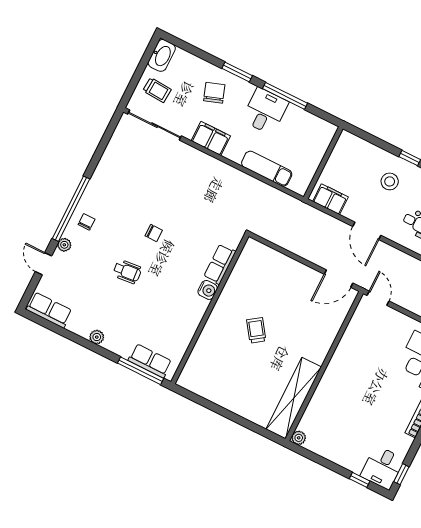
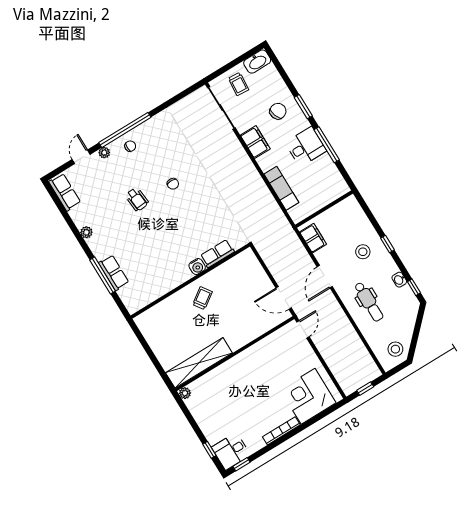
row of seats: (220, 264) -> (217, 254), moved
water cooler: (208, 290) -> (197, 267), moved
wall: (210, 309) -> (190, 281), moved

